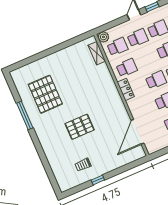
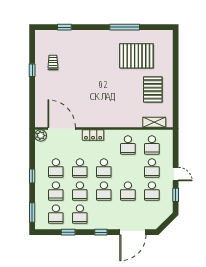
plant: (103, 37) -> (41, 135), moved
locker: (126, 89) -> (93, 135), moved
pallet: (80, 127) -> (153, 89), moved
window: (48, 168) -> (64, 27), added

